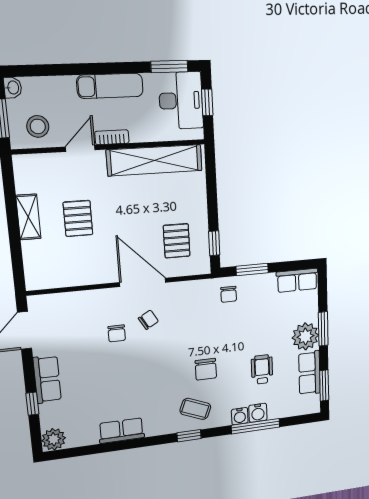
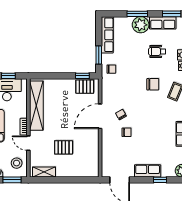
shelving: (28, 217) -> (44, 172), moved
pallet: (177, 241) -> (85, 87), moved
row of seats: (297, 280) -> (107, 35), width x1.48

